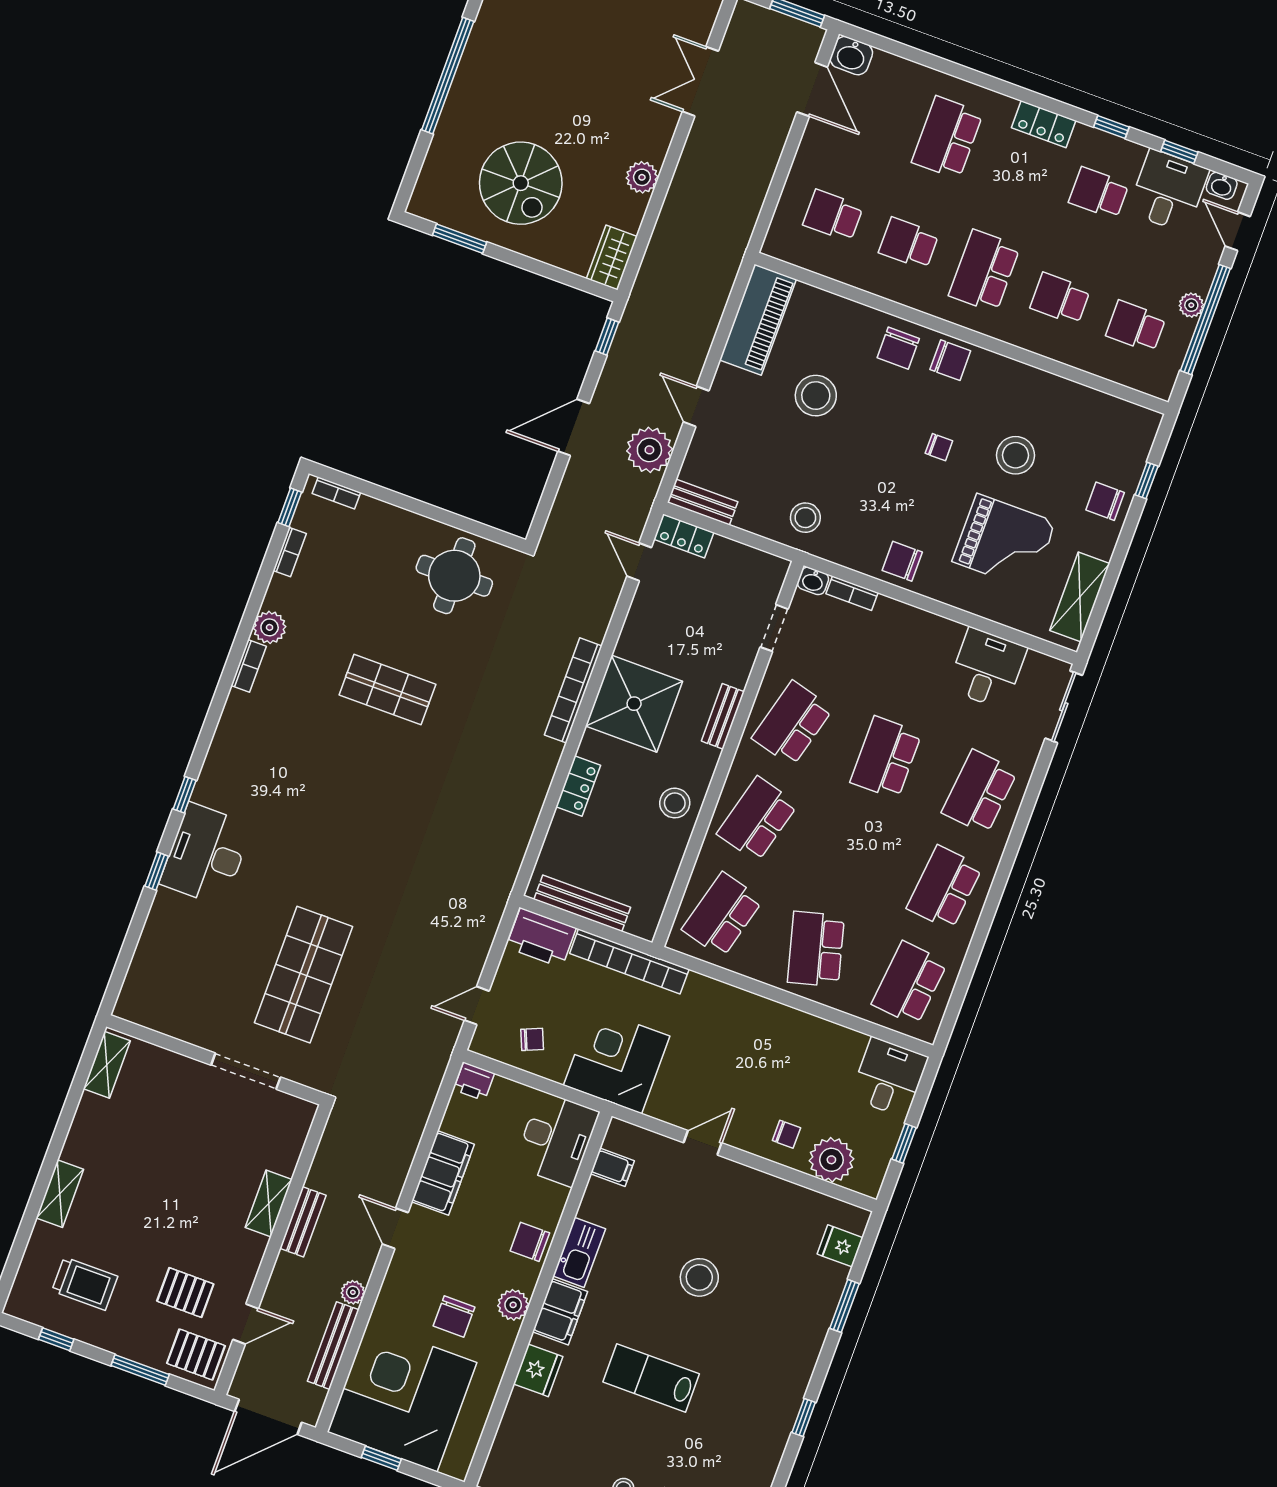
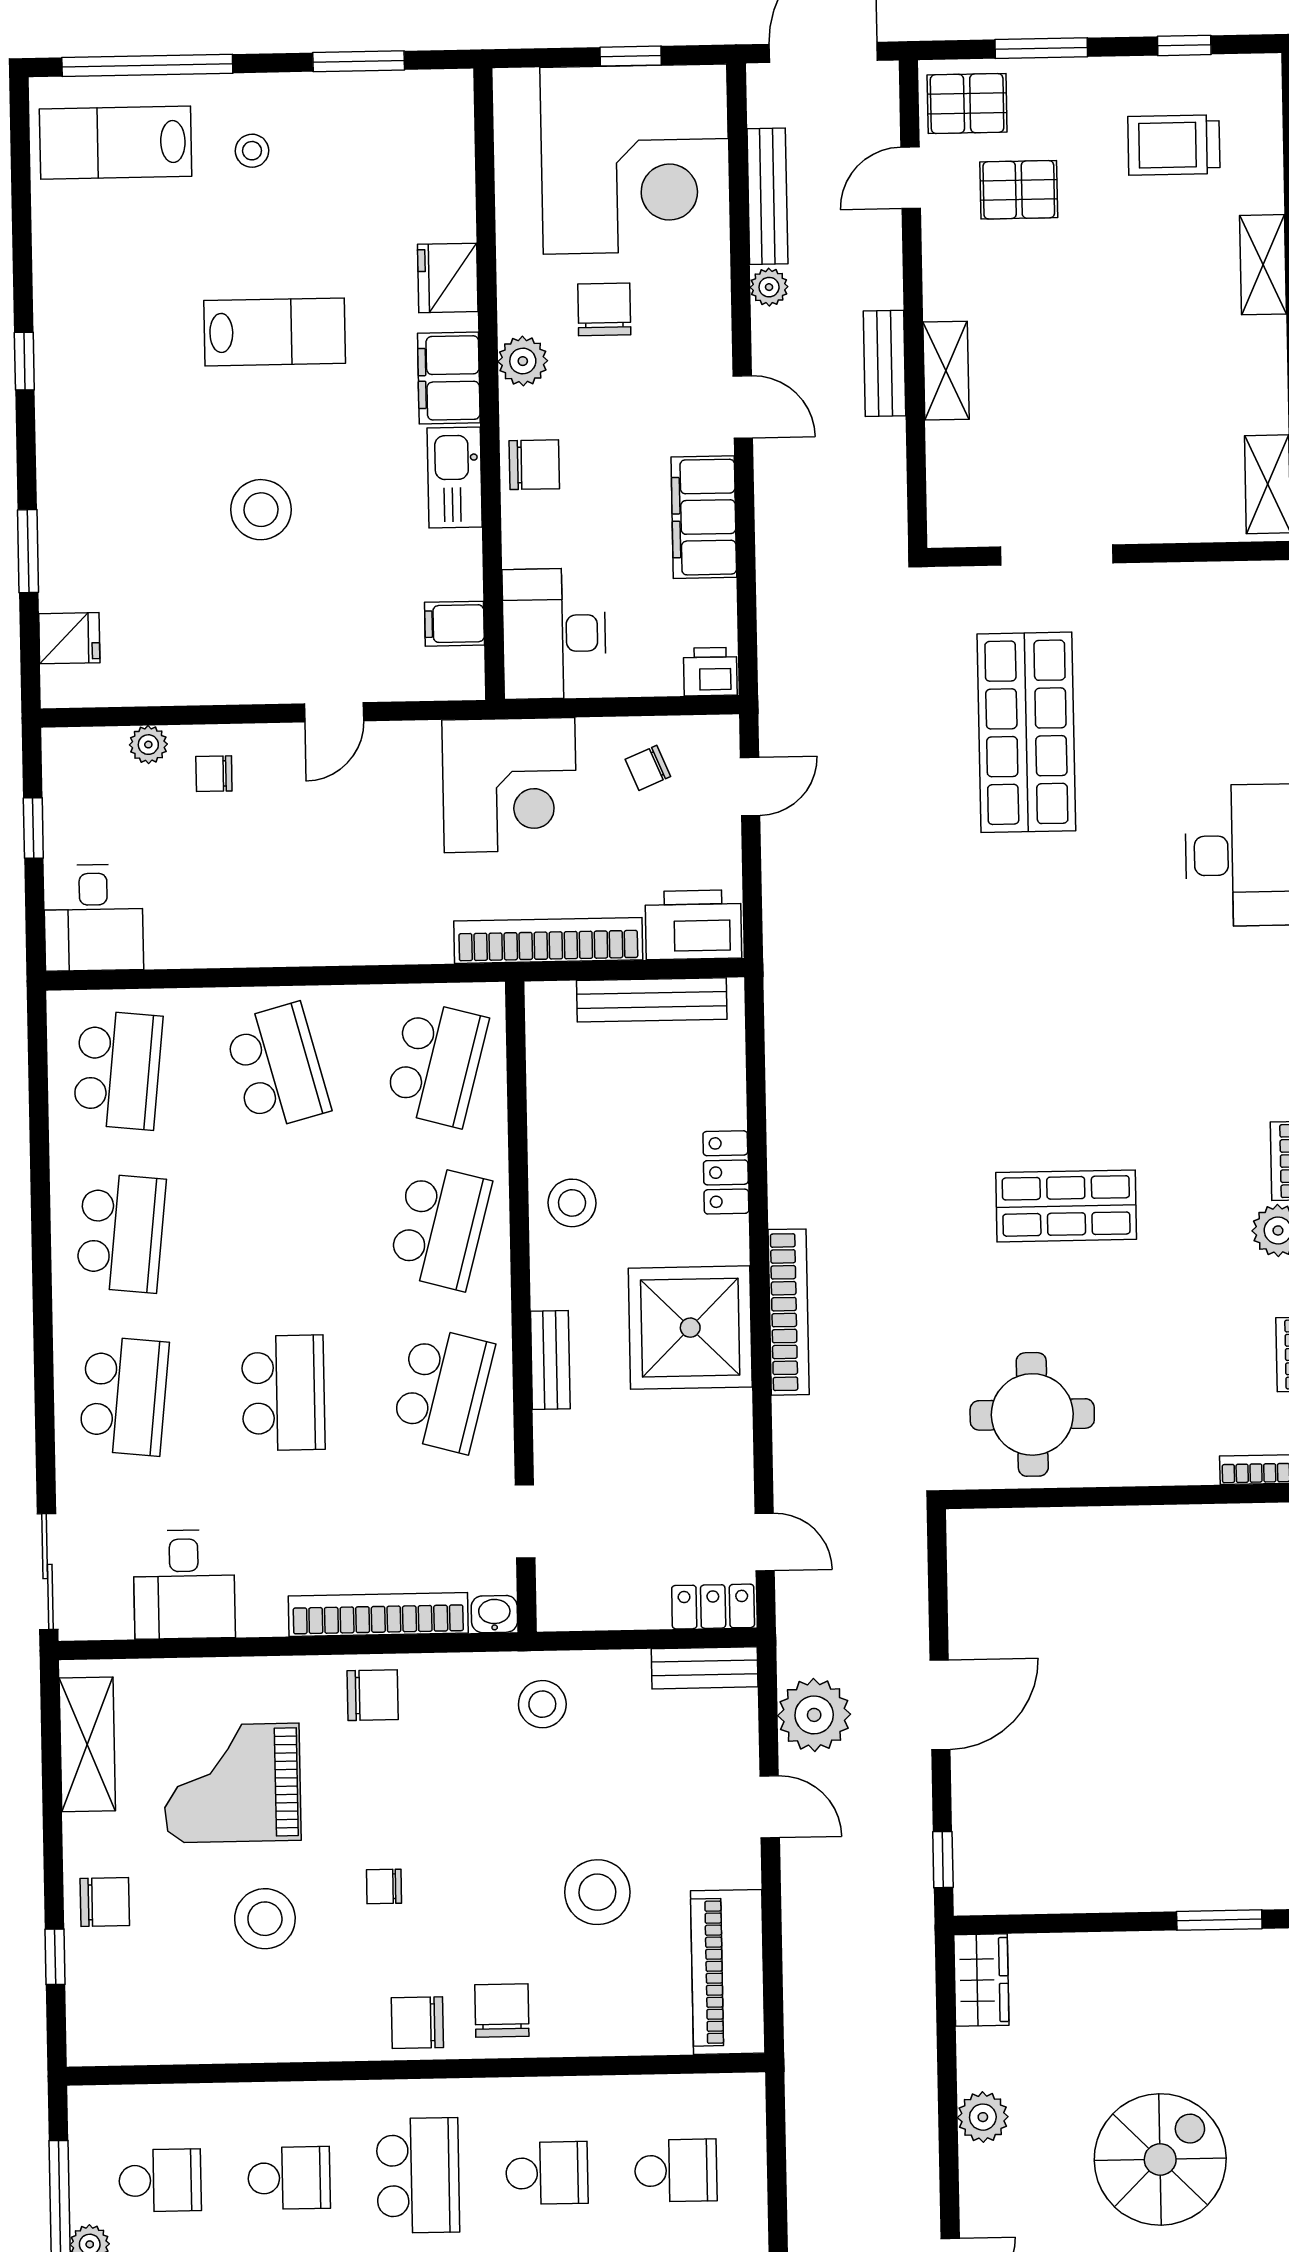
spiral stairs: (521, 183) -> (1160, 2159), moved, turned 90
bookcase: (852, 593) -> (378, 1614), width x2.31, depth x1.31
plant: (831, 1160) -> (148, 745), width x0.53, depth x0.53

